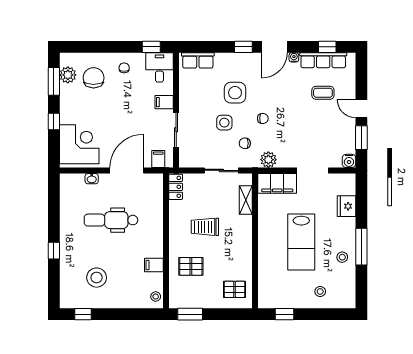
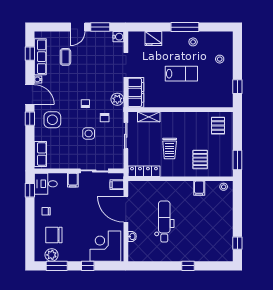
side table: (235, 93) -> (52, 120), moved
locker: (176, 187) -> (144, 171), width x1.53
dental chair: (111, 220) -> (164, 221), turned 180
lab bench: (301, 242) -> (181, 74), width x0.73, depth x0.72
stool: (97, 278) -> (209, 233), removed

